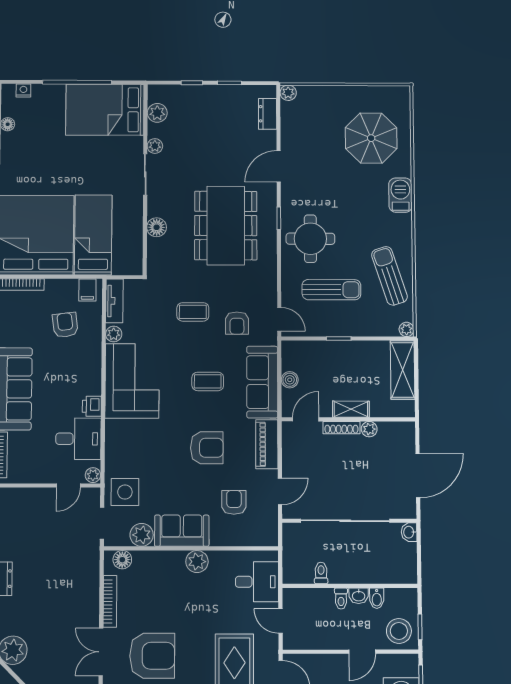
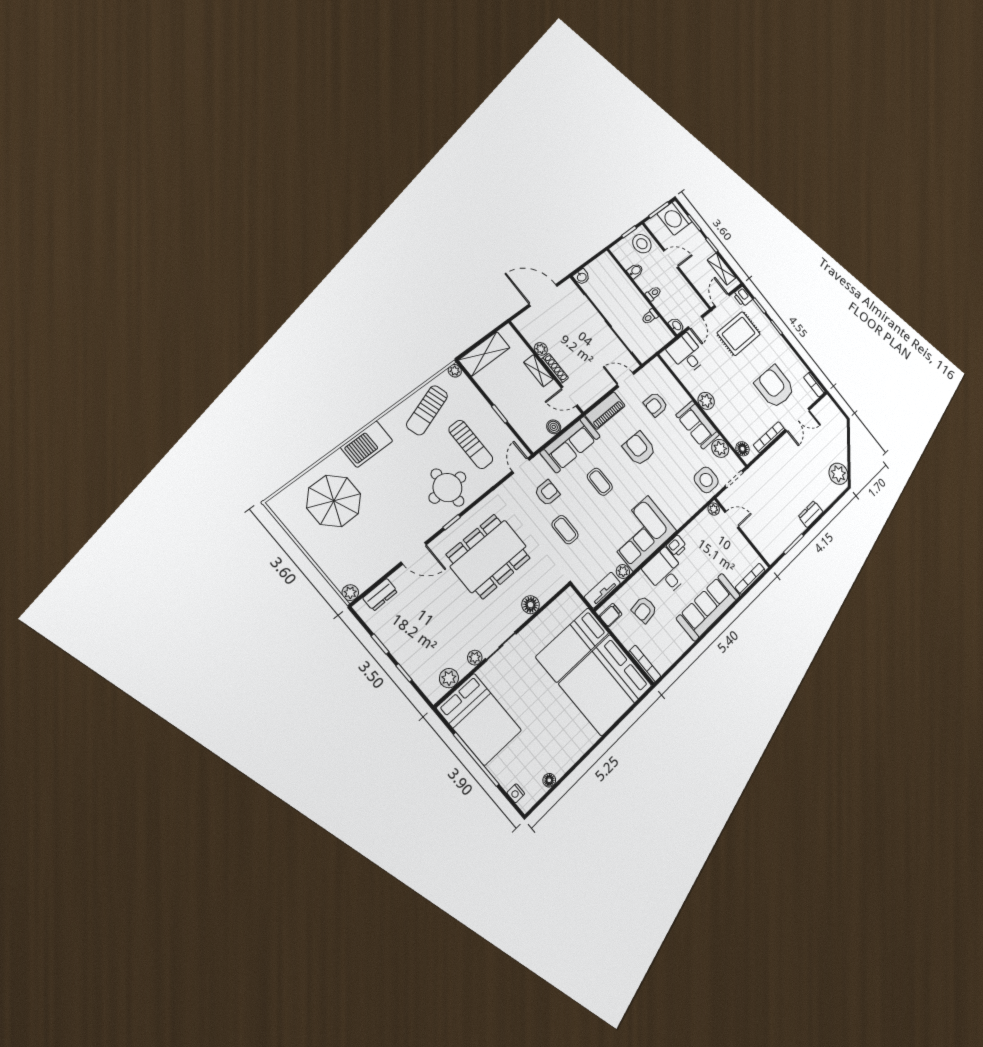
barbecue: (400, 195) -> (367, 444), width x1.37, depth x1.21
sun lounger: (331, 290) -> (471, 444), turned 180
desk: (78, 439) -> (665, 572), moved
washbasin: (359, 596) -> (677, 326), moved

